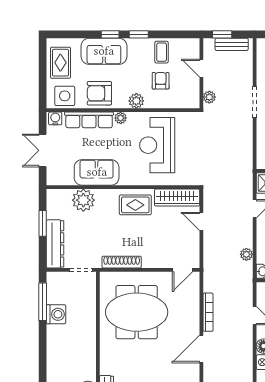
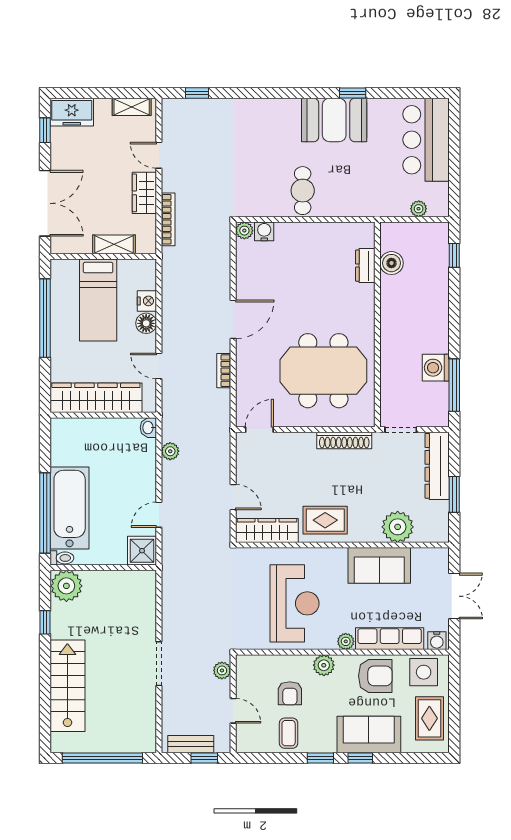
bookcase: (208, 312) -> (224, 371), width x0.64

